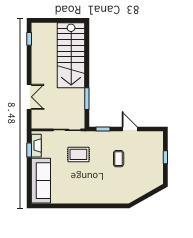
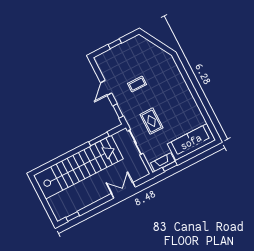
stairs: (71, 55) -> (78, 167), width x1.36

